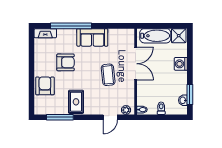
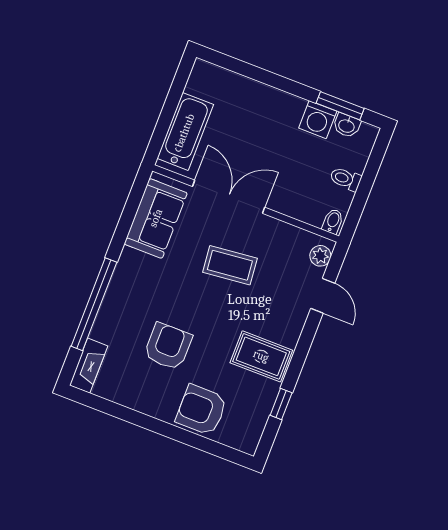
shower: (179, 36) -> (204, 81), removed
sofa: (92, 37) -> (156, 218), moved
washing machine: (181, 64) -> (318, 120), moved
window: (60, 117) -> (281, 404), width x0.46

